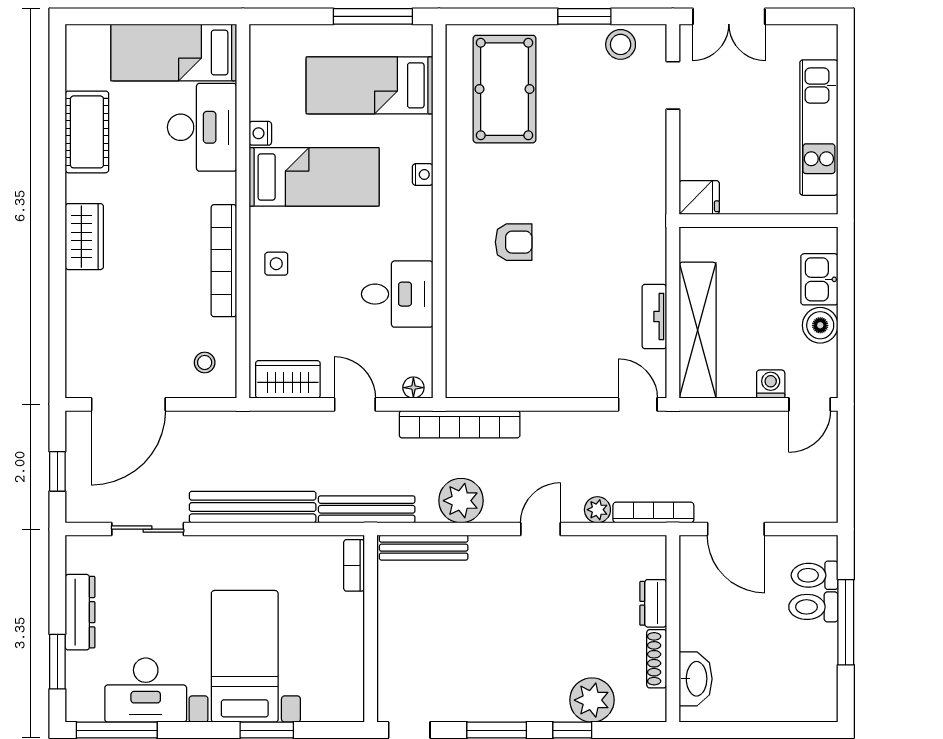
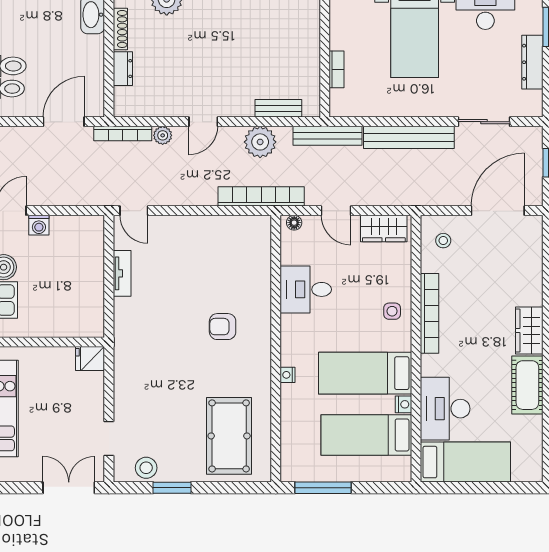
bed: (370, 85) -> (366, 435), moved, turned 180
cot: (87, 132) -> (527, 385), moved
shelving: (698, 330) -> (91, 264), removed
door: (736, 529) -> (64, 122), hinge flipped
bench: (424, 548) -> (278, 108), width x0.73
bookcase: (354, 565) -> (337, 69), moved

